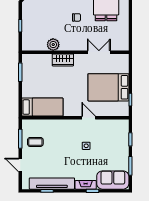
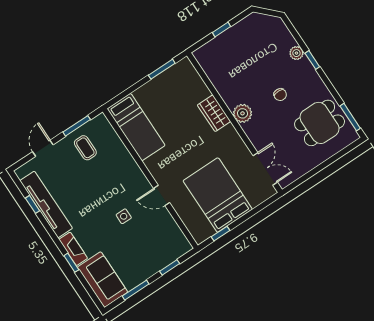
plant: (53, 45) -> (243, 113), moved
double door: (99, 52) -> (265, 169), moved
door: (89, 118) -> (162, 196), swing flipped

